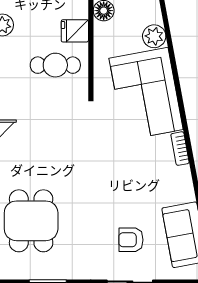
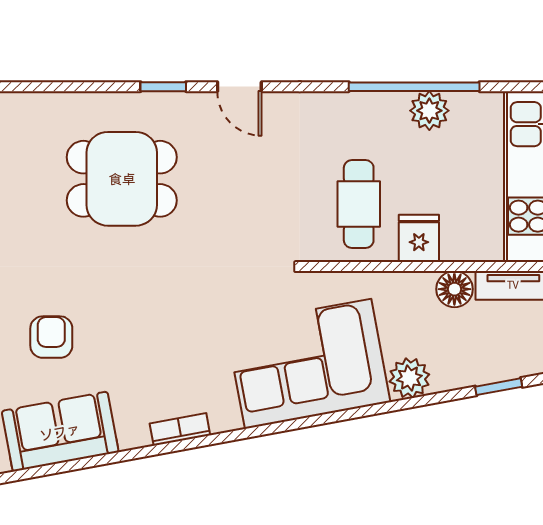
bookcase: (180, 149) -> (180, 429), moved
dining table: (31, 221) -> (122, 179), moved

